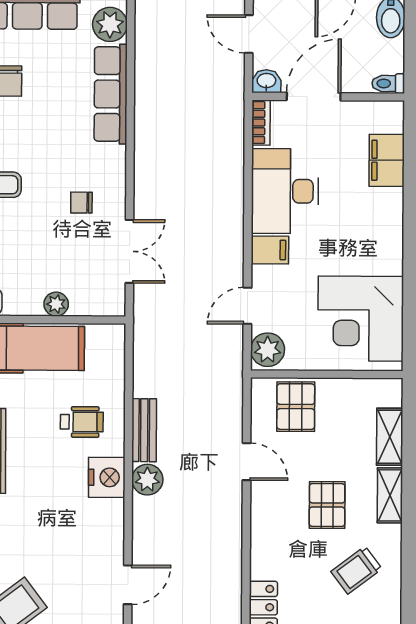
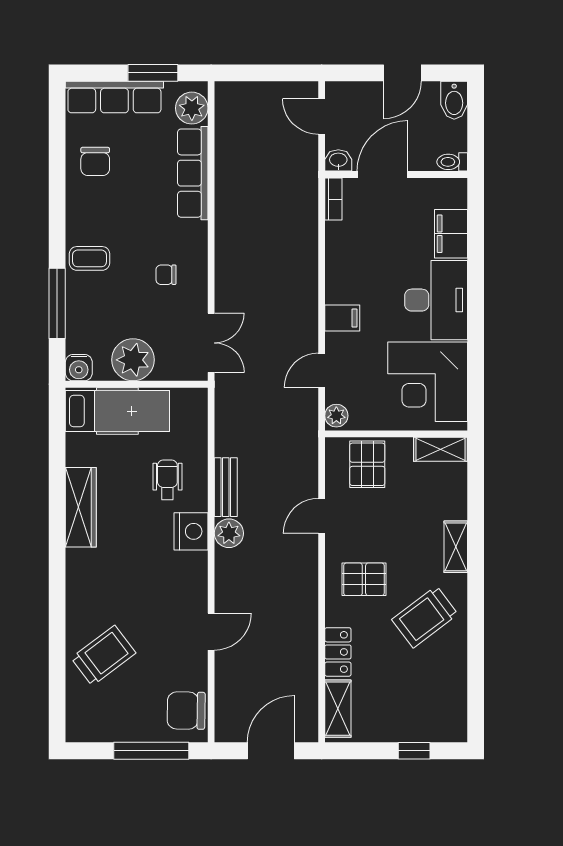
desk: (285, 191) -> (436, 300), moved, turned 180
double door: (130, 251) -> (211, 343), moved
plant: (56, 304) -> (133, 360), width x1.87, depth x1.87
plant: (268, 350) -> (336, 416), width x0.73, depth x0.73
wheelchair: (82, 422) -> (167, 480), turned -90
shelving: (390, 437) -> (441, 449), moved, turned 90
door: (247, 462) -> (322, 516), swing flipped
pallet: (327, 505) -> (364, 579), moved, turned 90
trolley: (357, 570) -> (425, 617), width x1.36, depth x1.39

